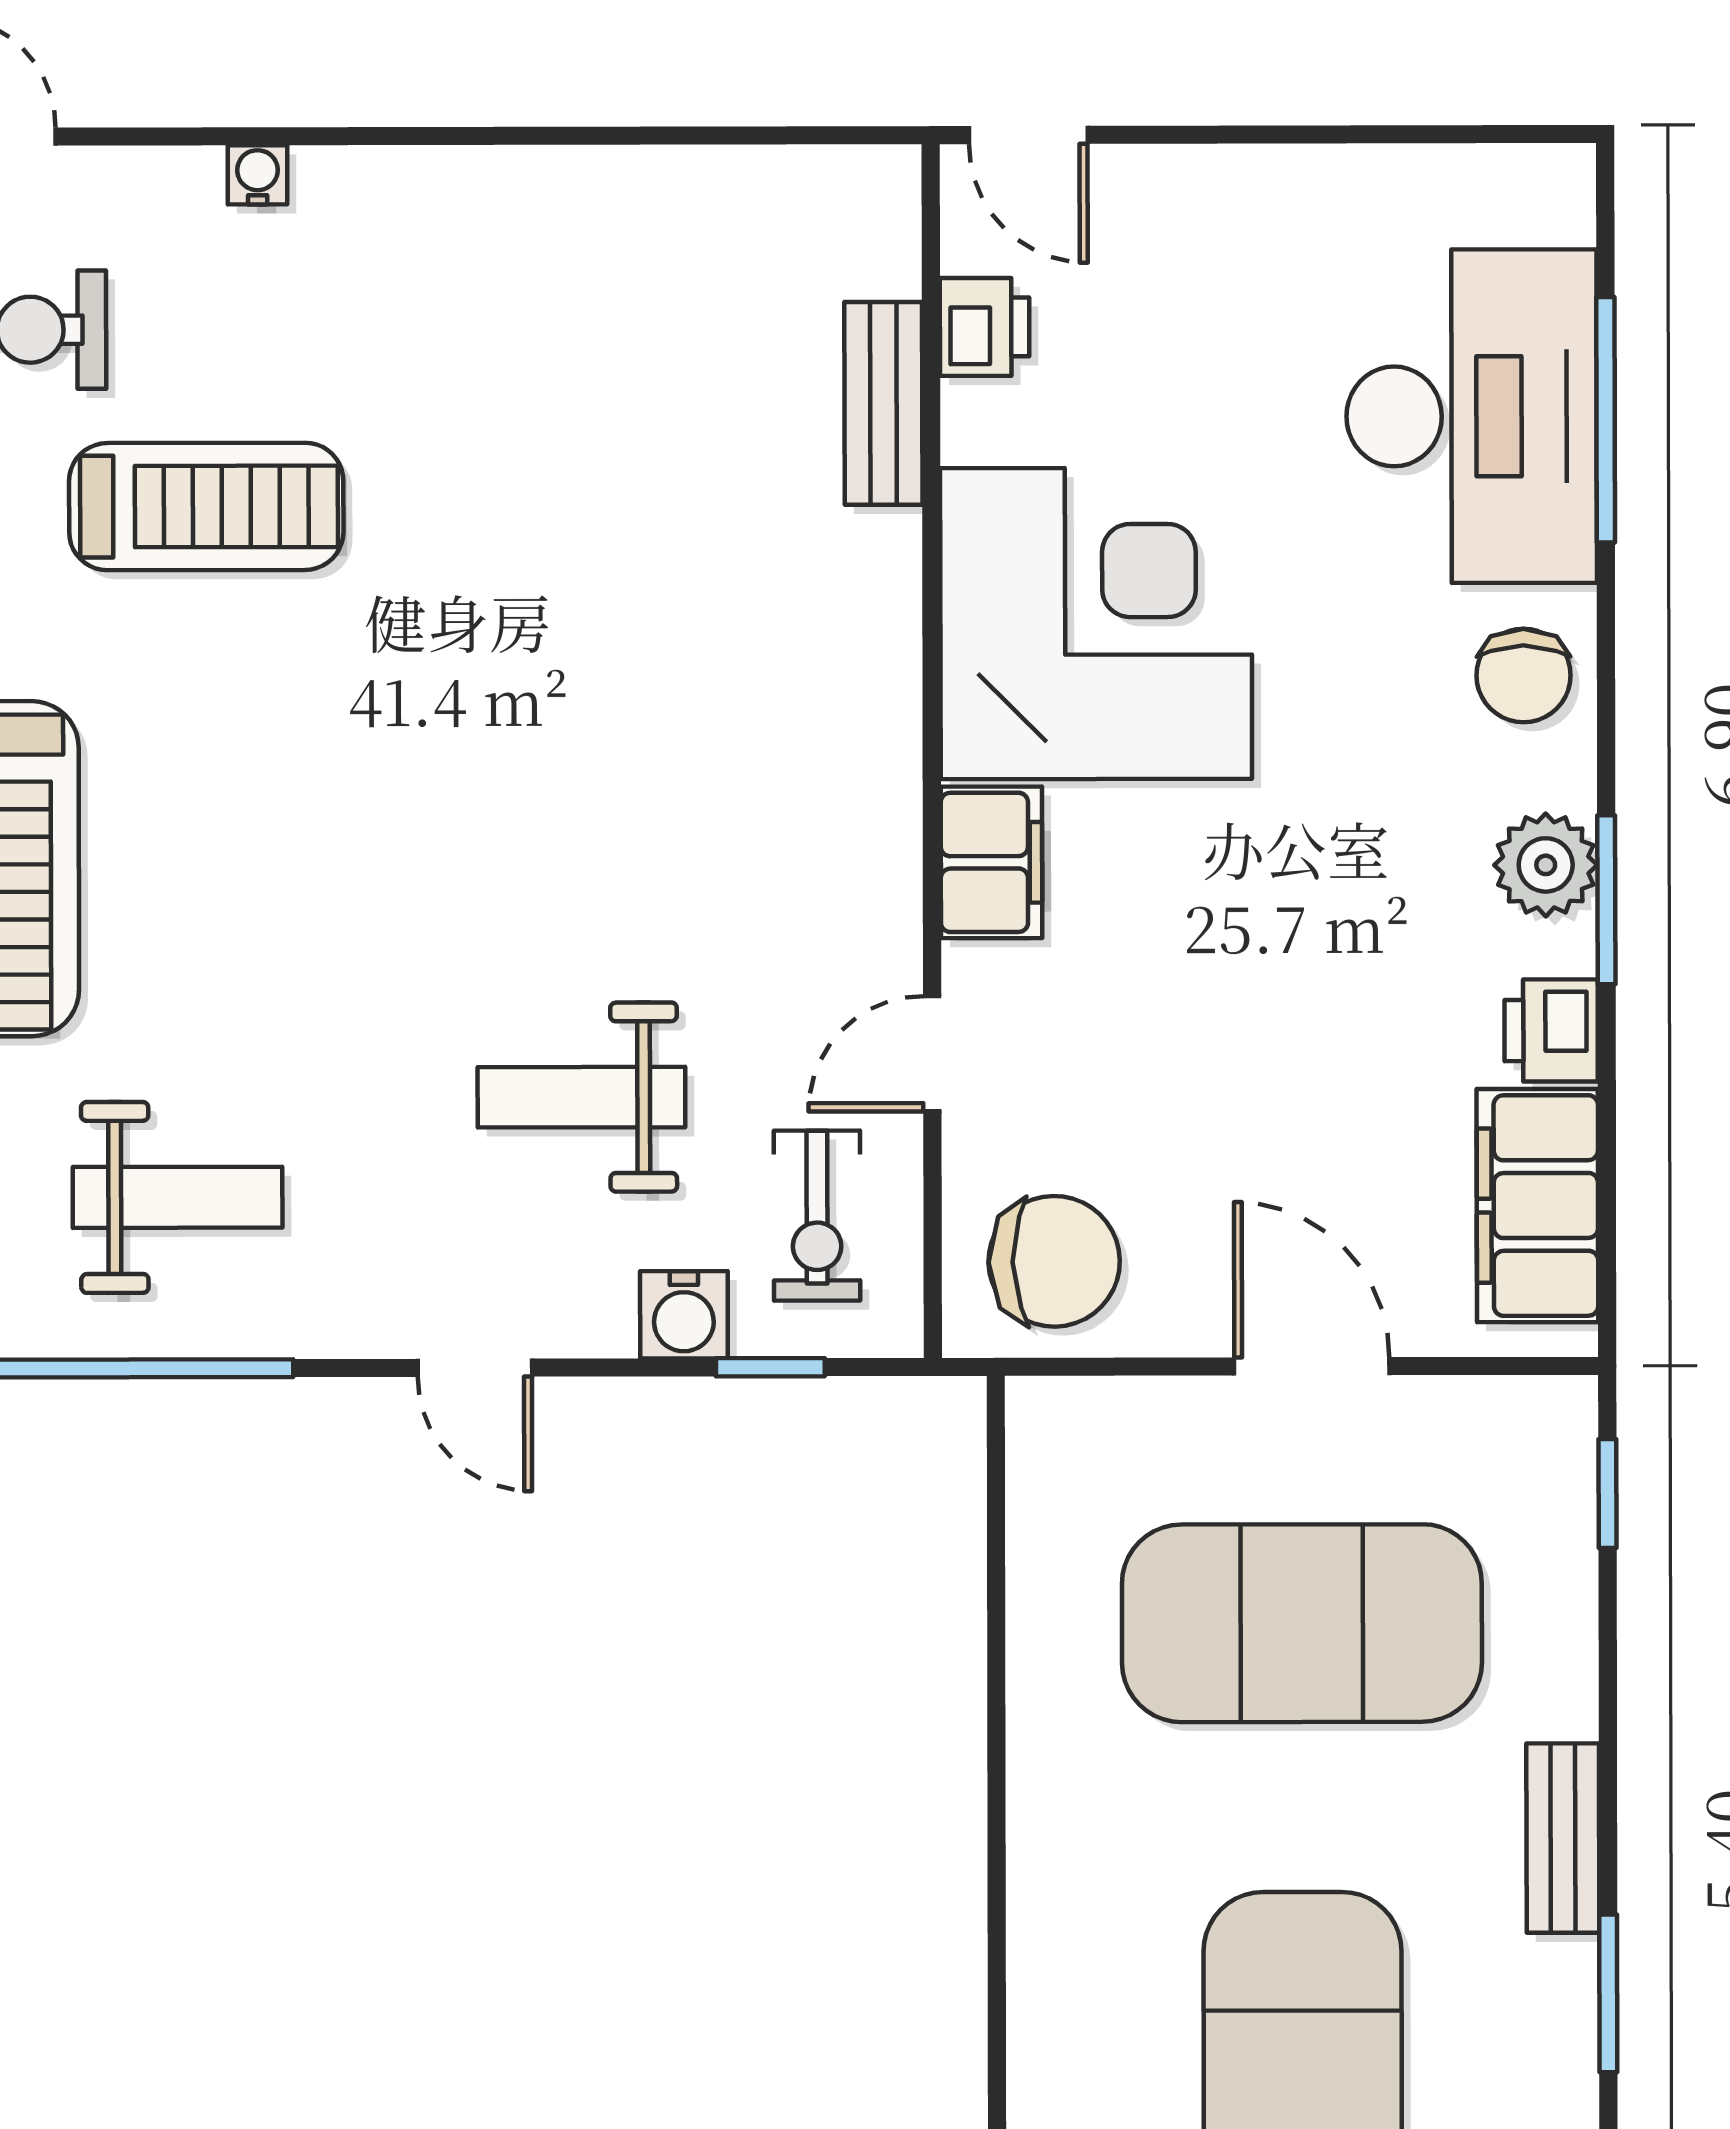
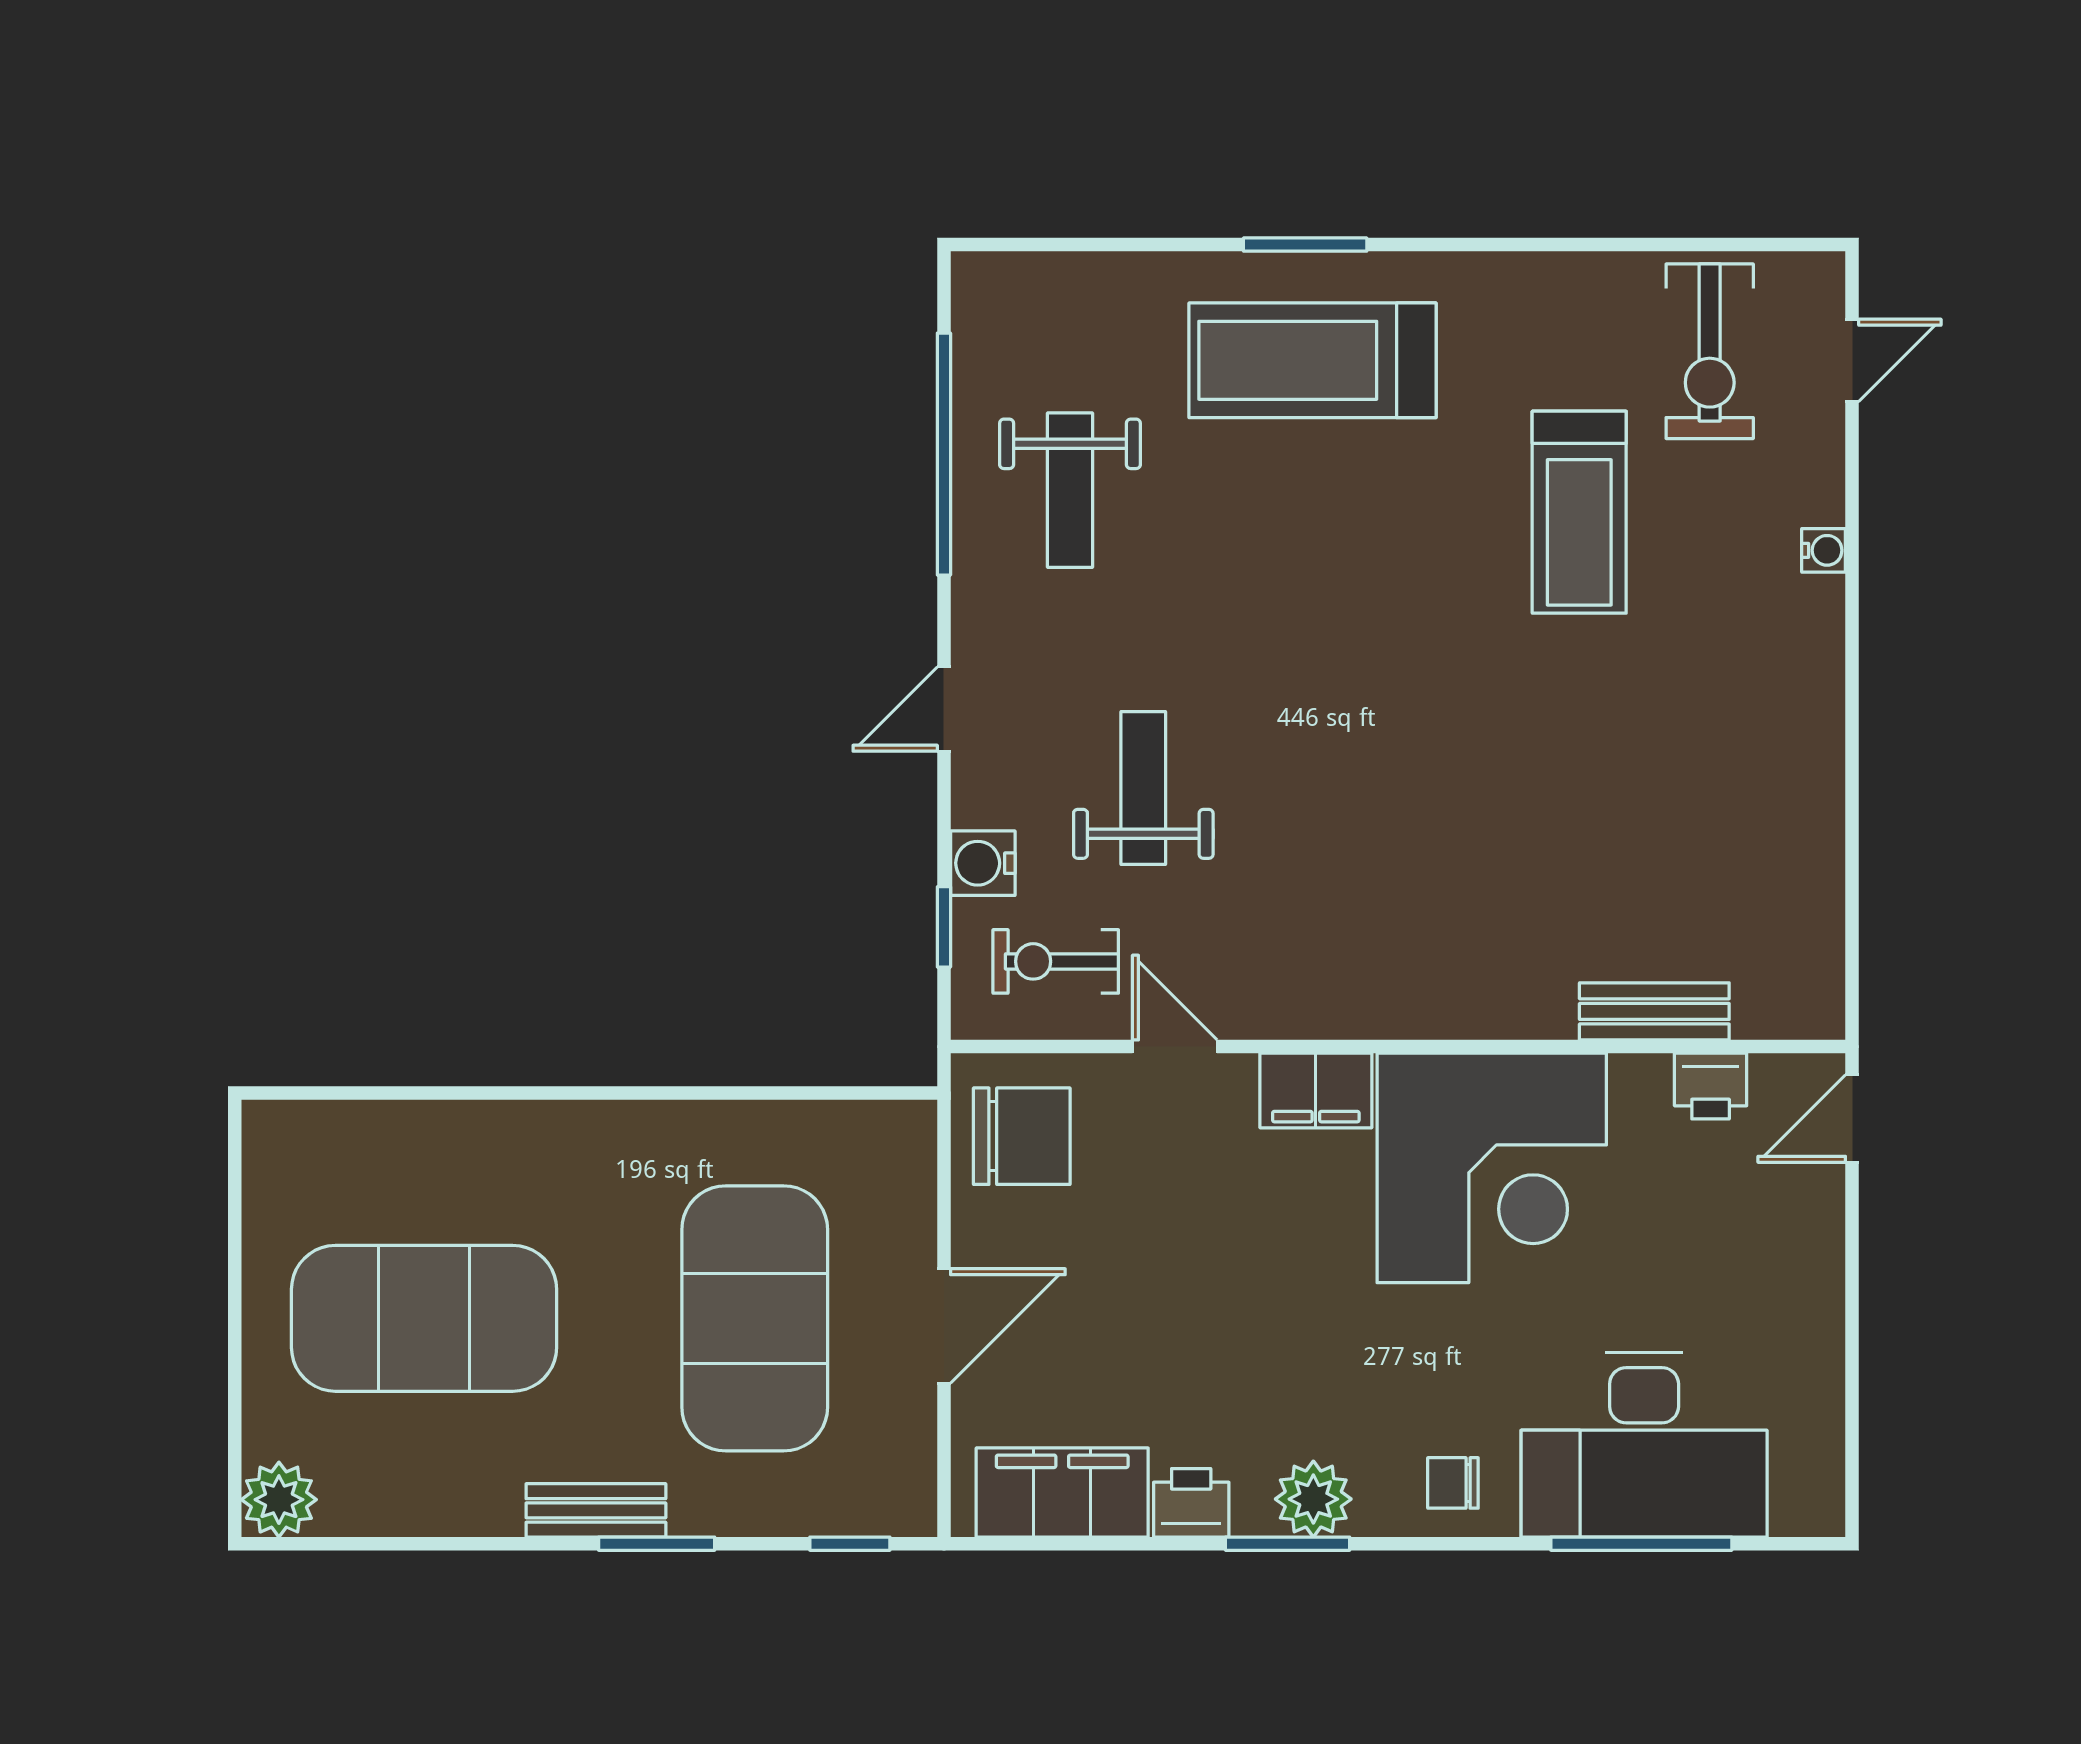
chair: (1524, 675) -> (1453, 1483), width x0.73, depth x0.73
chair: (1054, 1261) -> (1022, 1136), turned -89
window: (1608, 1993) -> (657, 1544), moved

